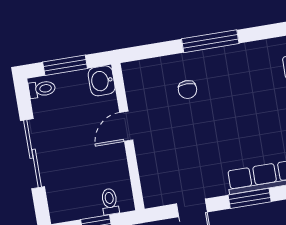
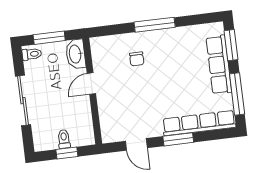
washbasin: (102, 81) -> (76, 54), width x1.38
toilet: (110, 201) -> (64, 139), moved

